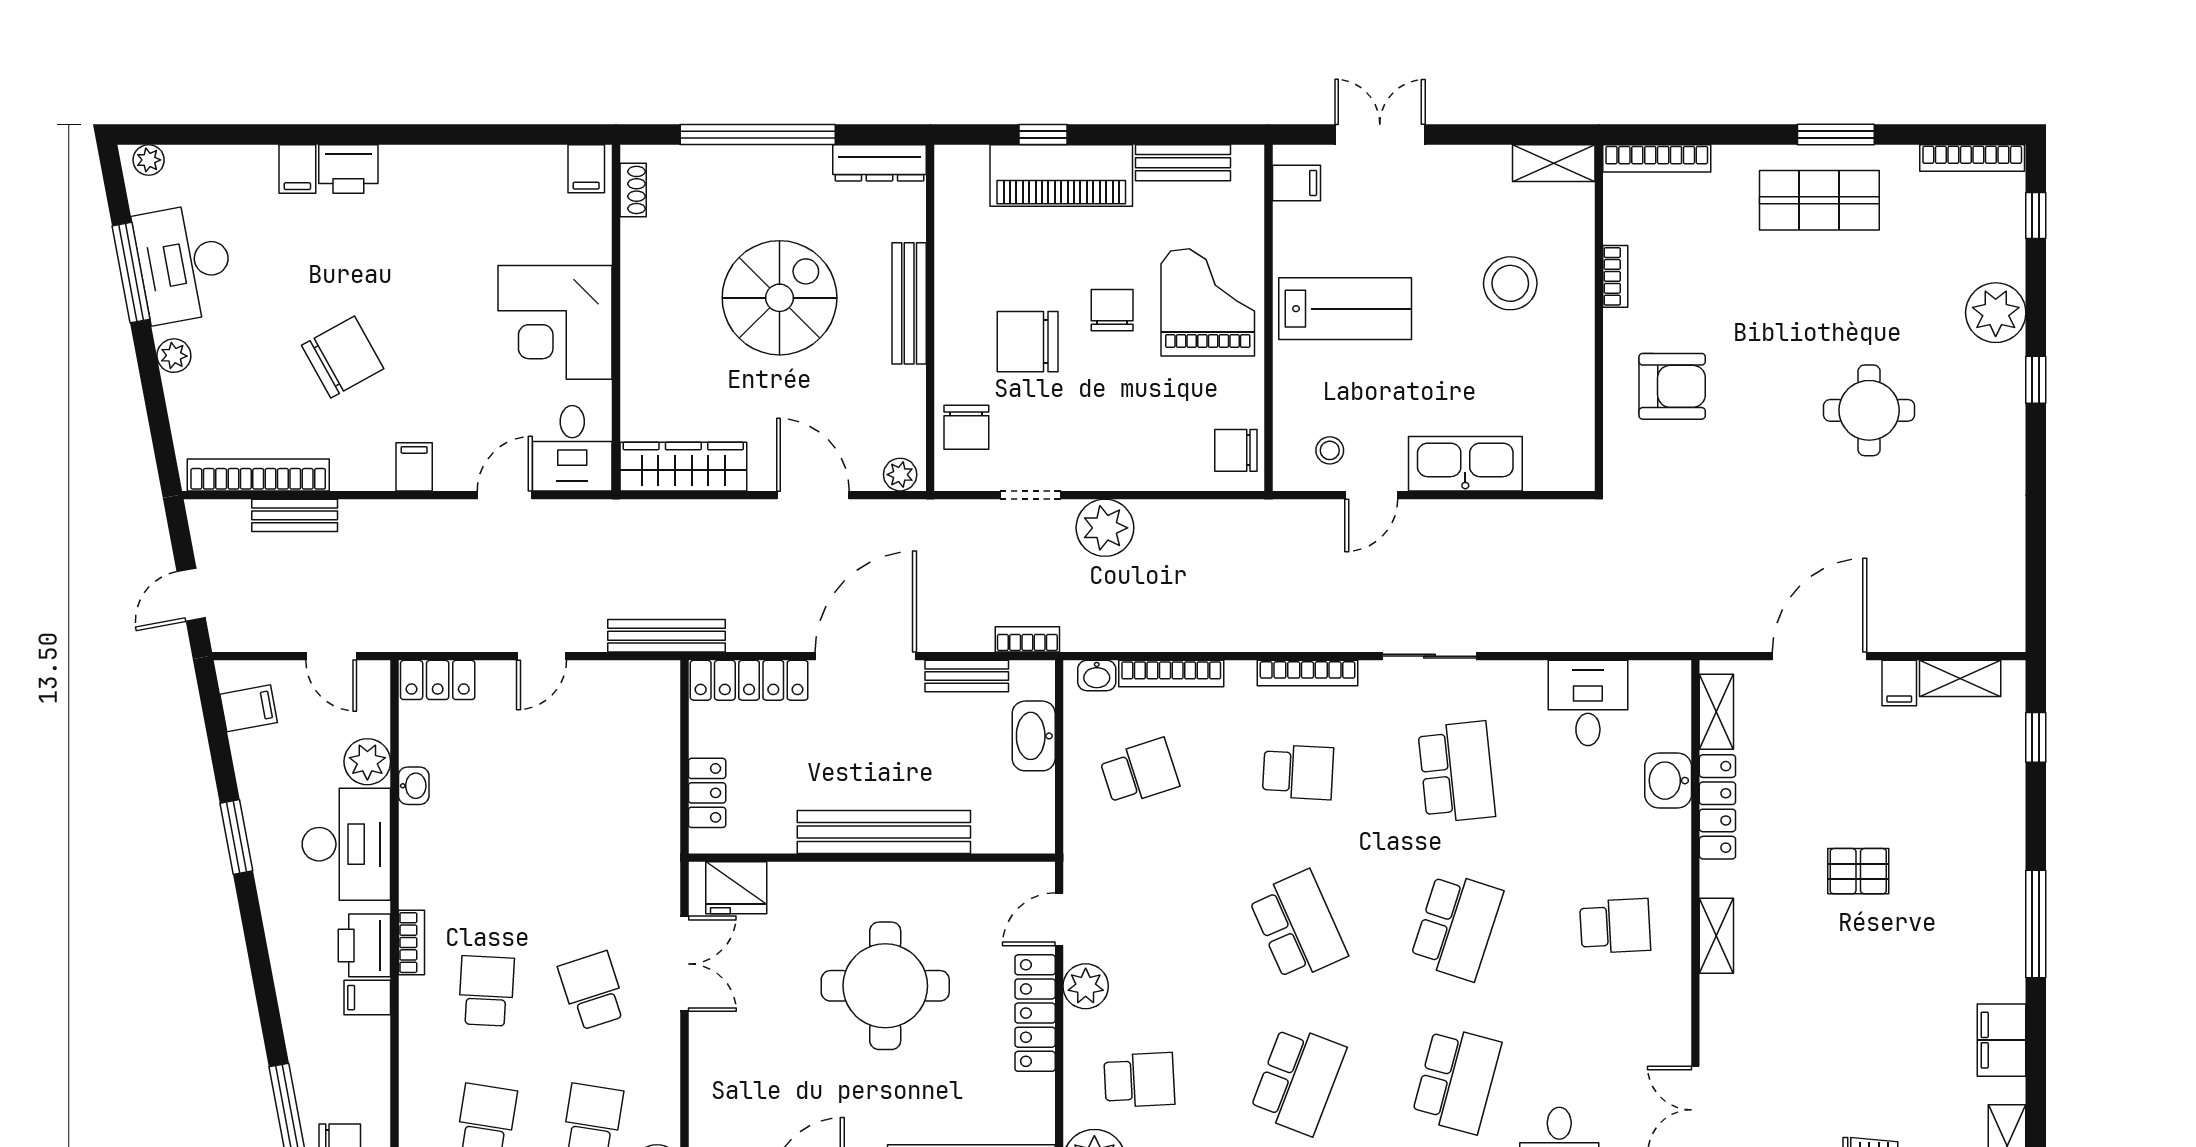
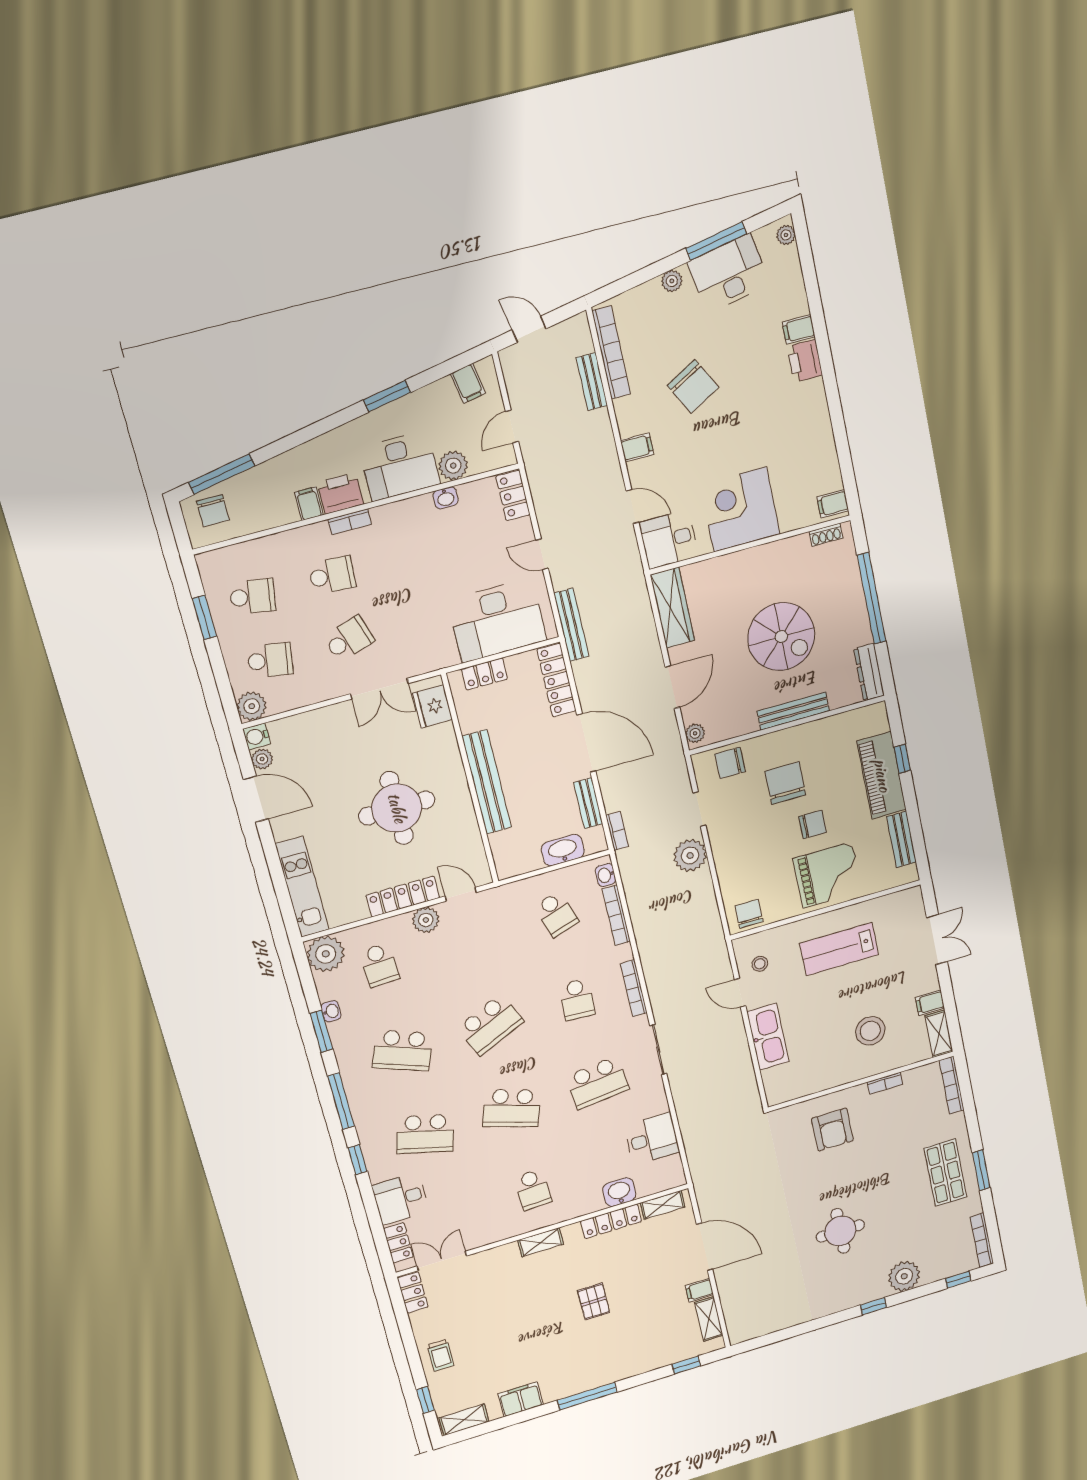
filing cabinet: (1296, 183) -> (930, 1003), moved, turned 90
lab bench: (1345, 309) -> (839, 949), turned 90
desk: (627, 752) -> (497, 620), added

